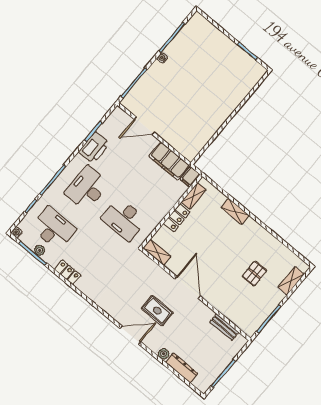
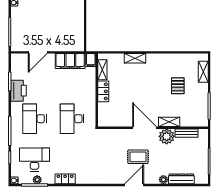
desk: (124, 219) -> (72, 119), turned 90
shelving: (157, 252) -> (169, 122), moved
plant: (202, 314) -> (167, 136), added

